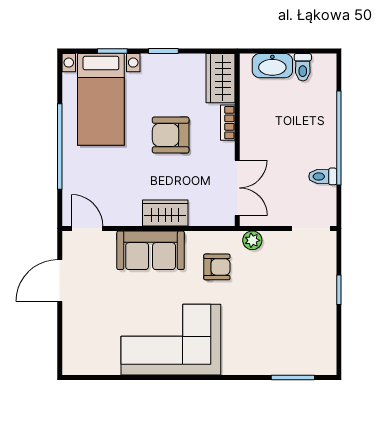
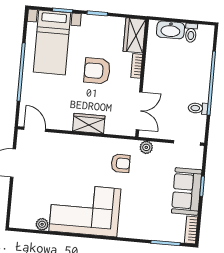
sofa: (151, 250) -> (187, 191), moved, turned 90
bookcase: (328, 355) -> (191, 230), added
plant: (110, 366) -> (42, 224), added

